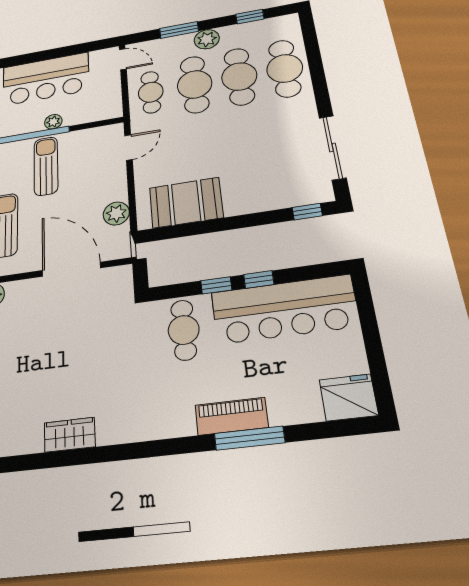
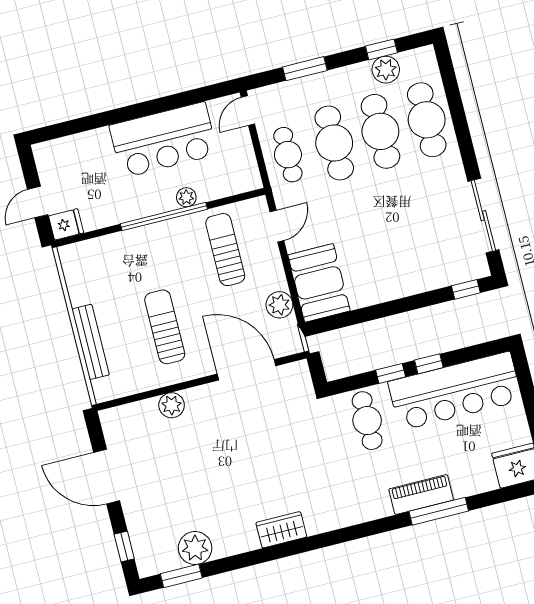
plant: (207, 39) -> (386, 70), moved
door: (123, 59) -> (248, 111), swing flipped
sun lounger: (46, 166) -> (225, 250), moved
booth: (186, 203) -> (319, 283), moved, turned 90

